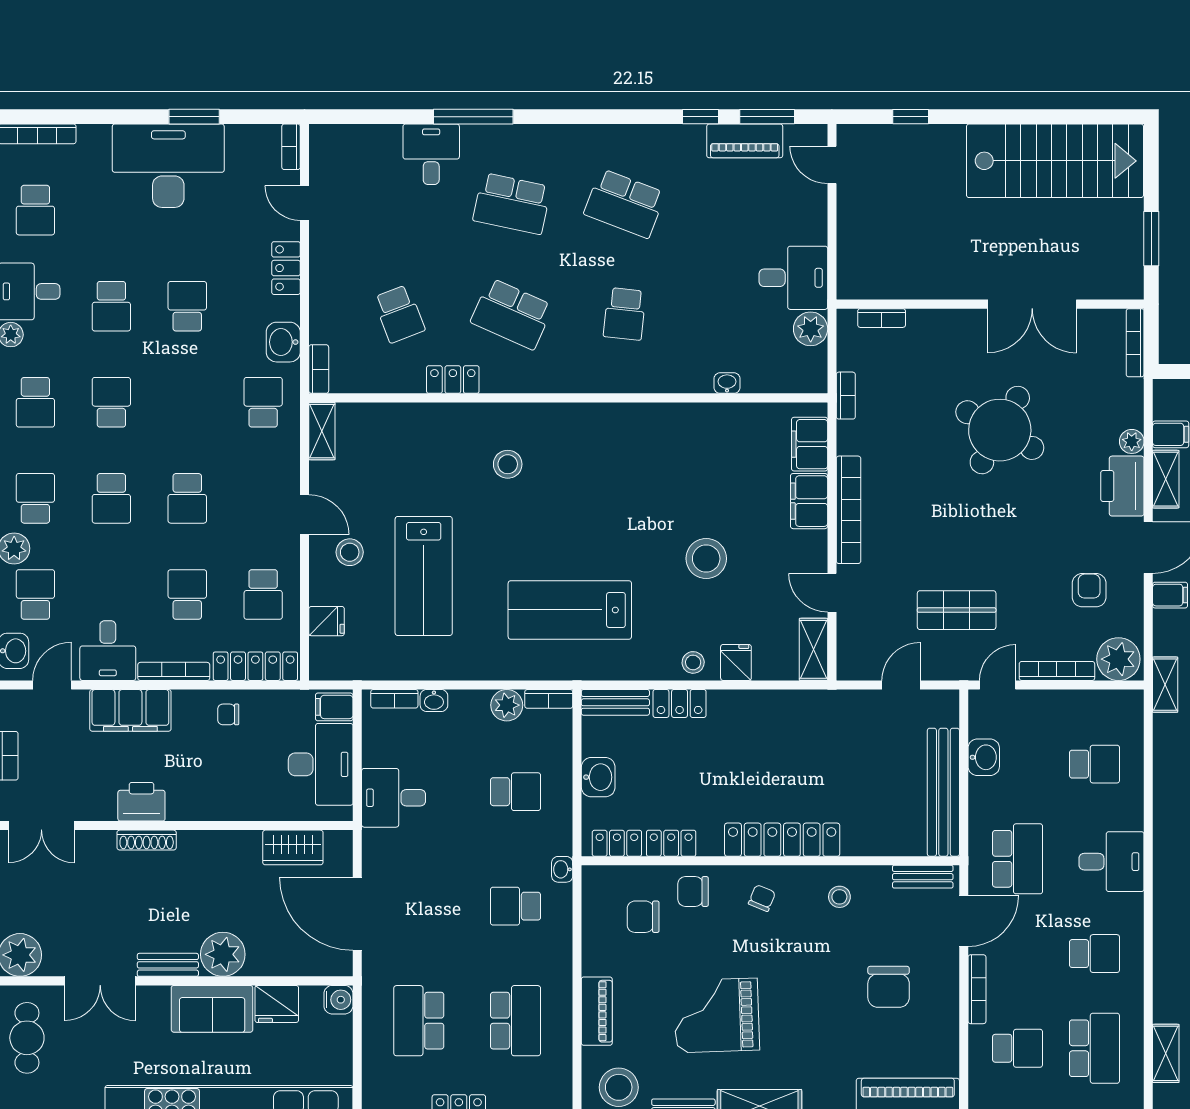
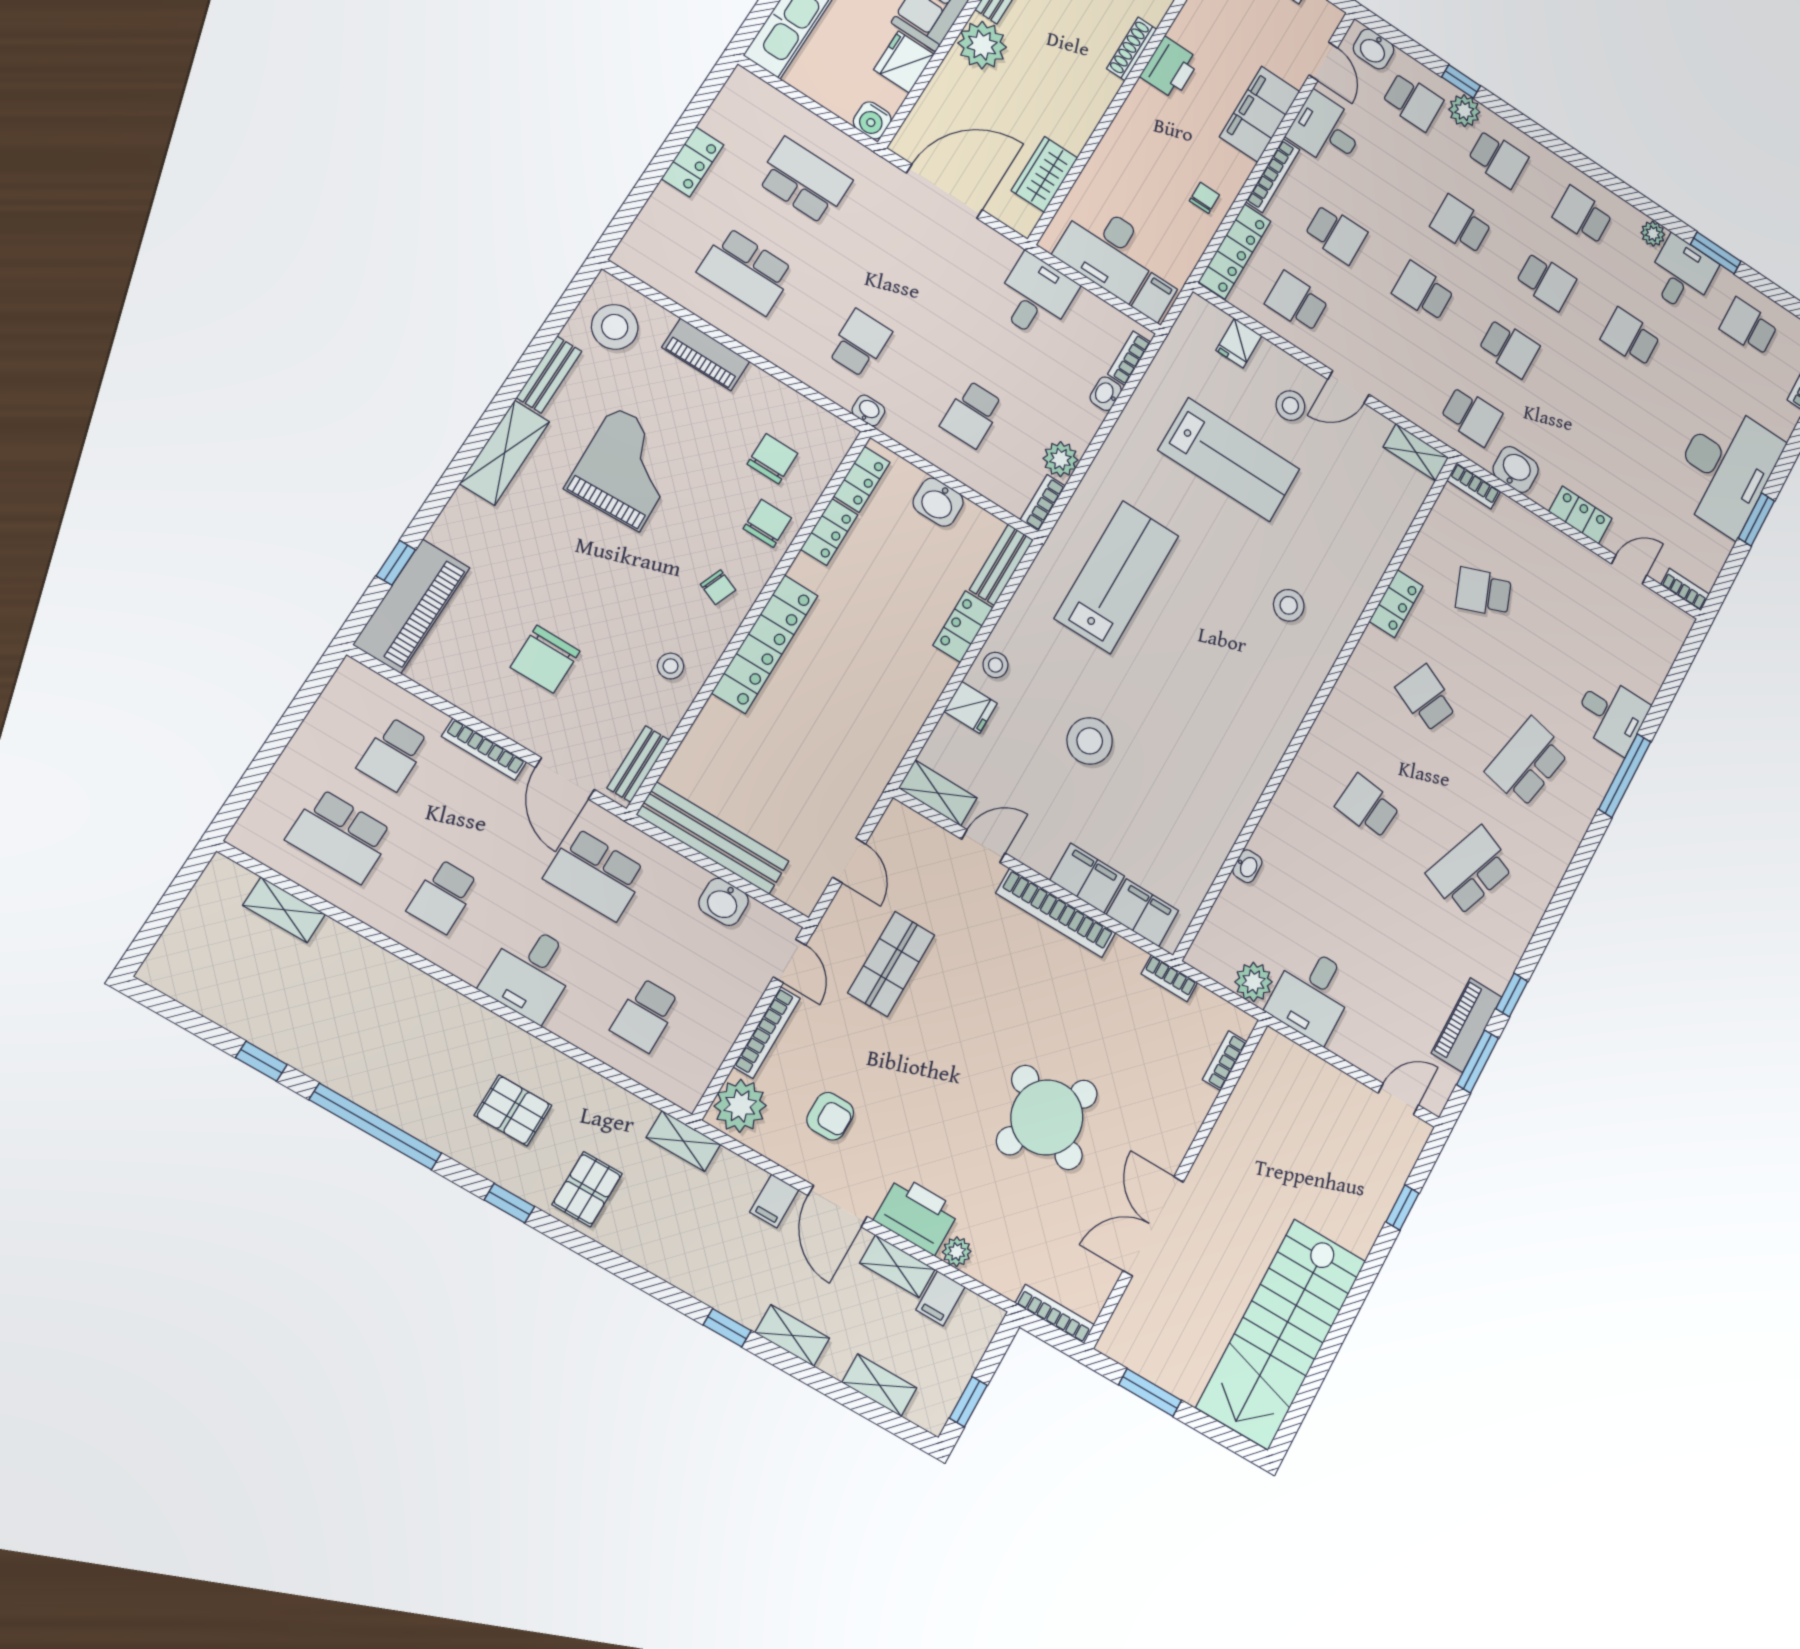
school desk: (187, 306) -> (1509, 348), moved
school desk: (512, 314) -> (1426, 698), width x0.54
lab bench: (424, 576) -> (1229, 460), turned 180
chair: (889, 987) -> (545, 659), turned -90

